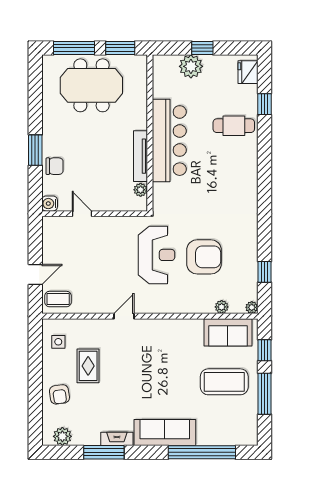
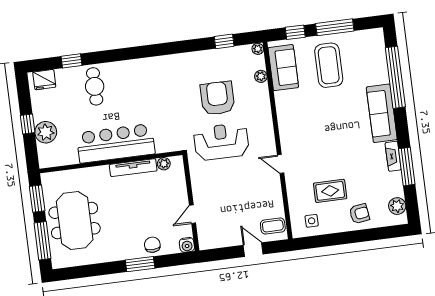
coffee table: (58, 299) -> (273, 226), turned 90

